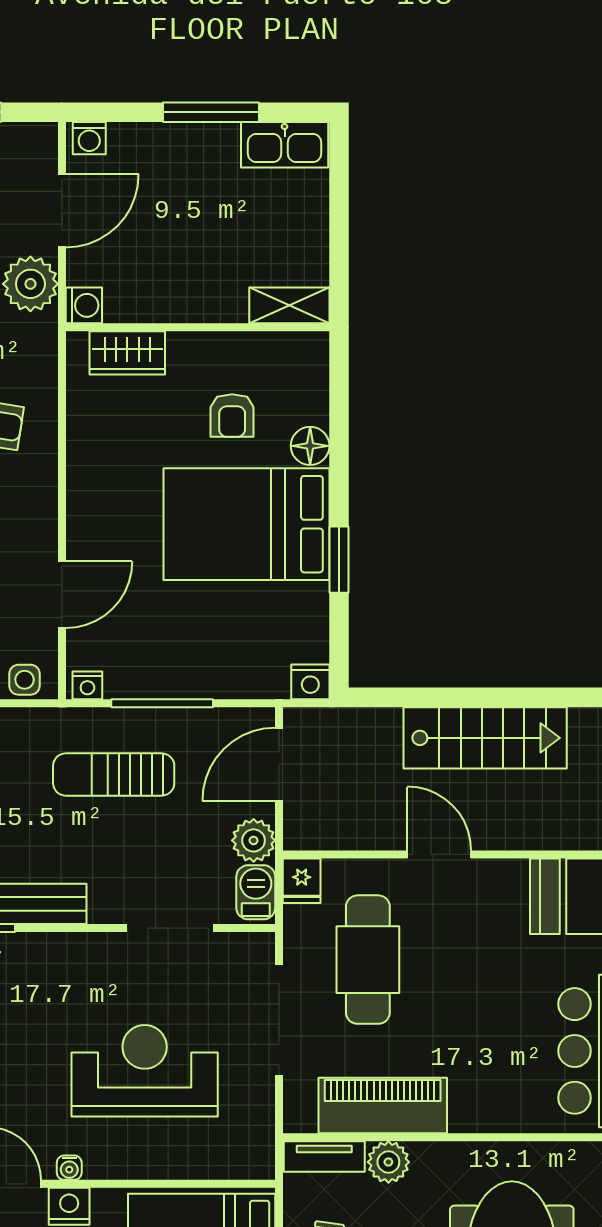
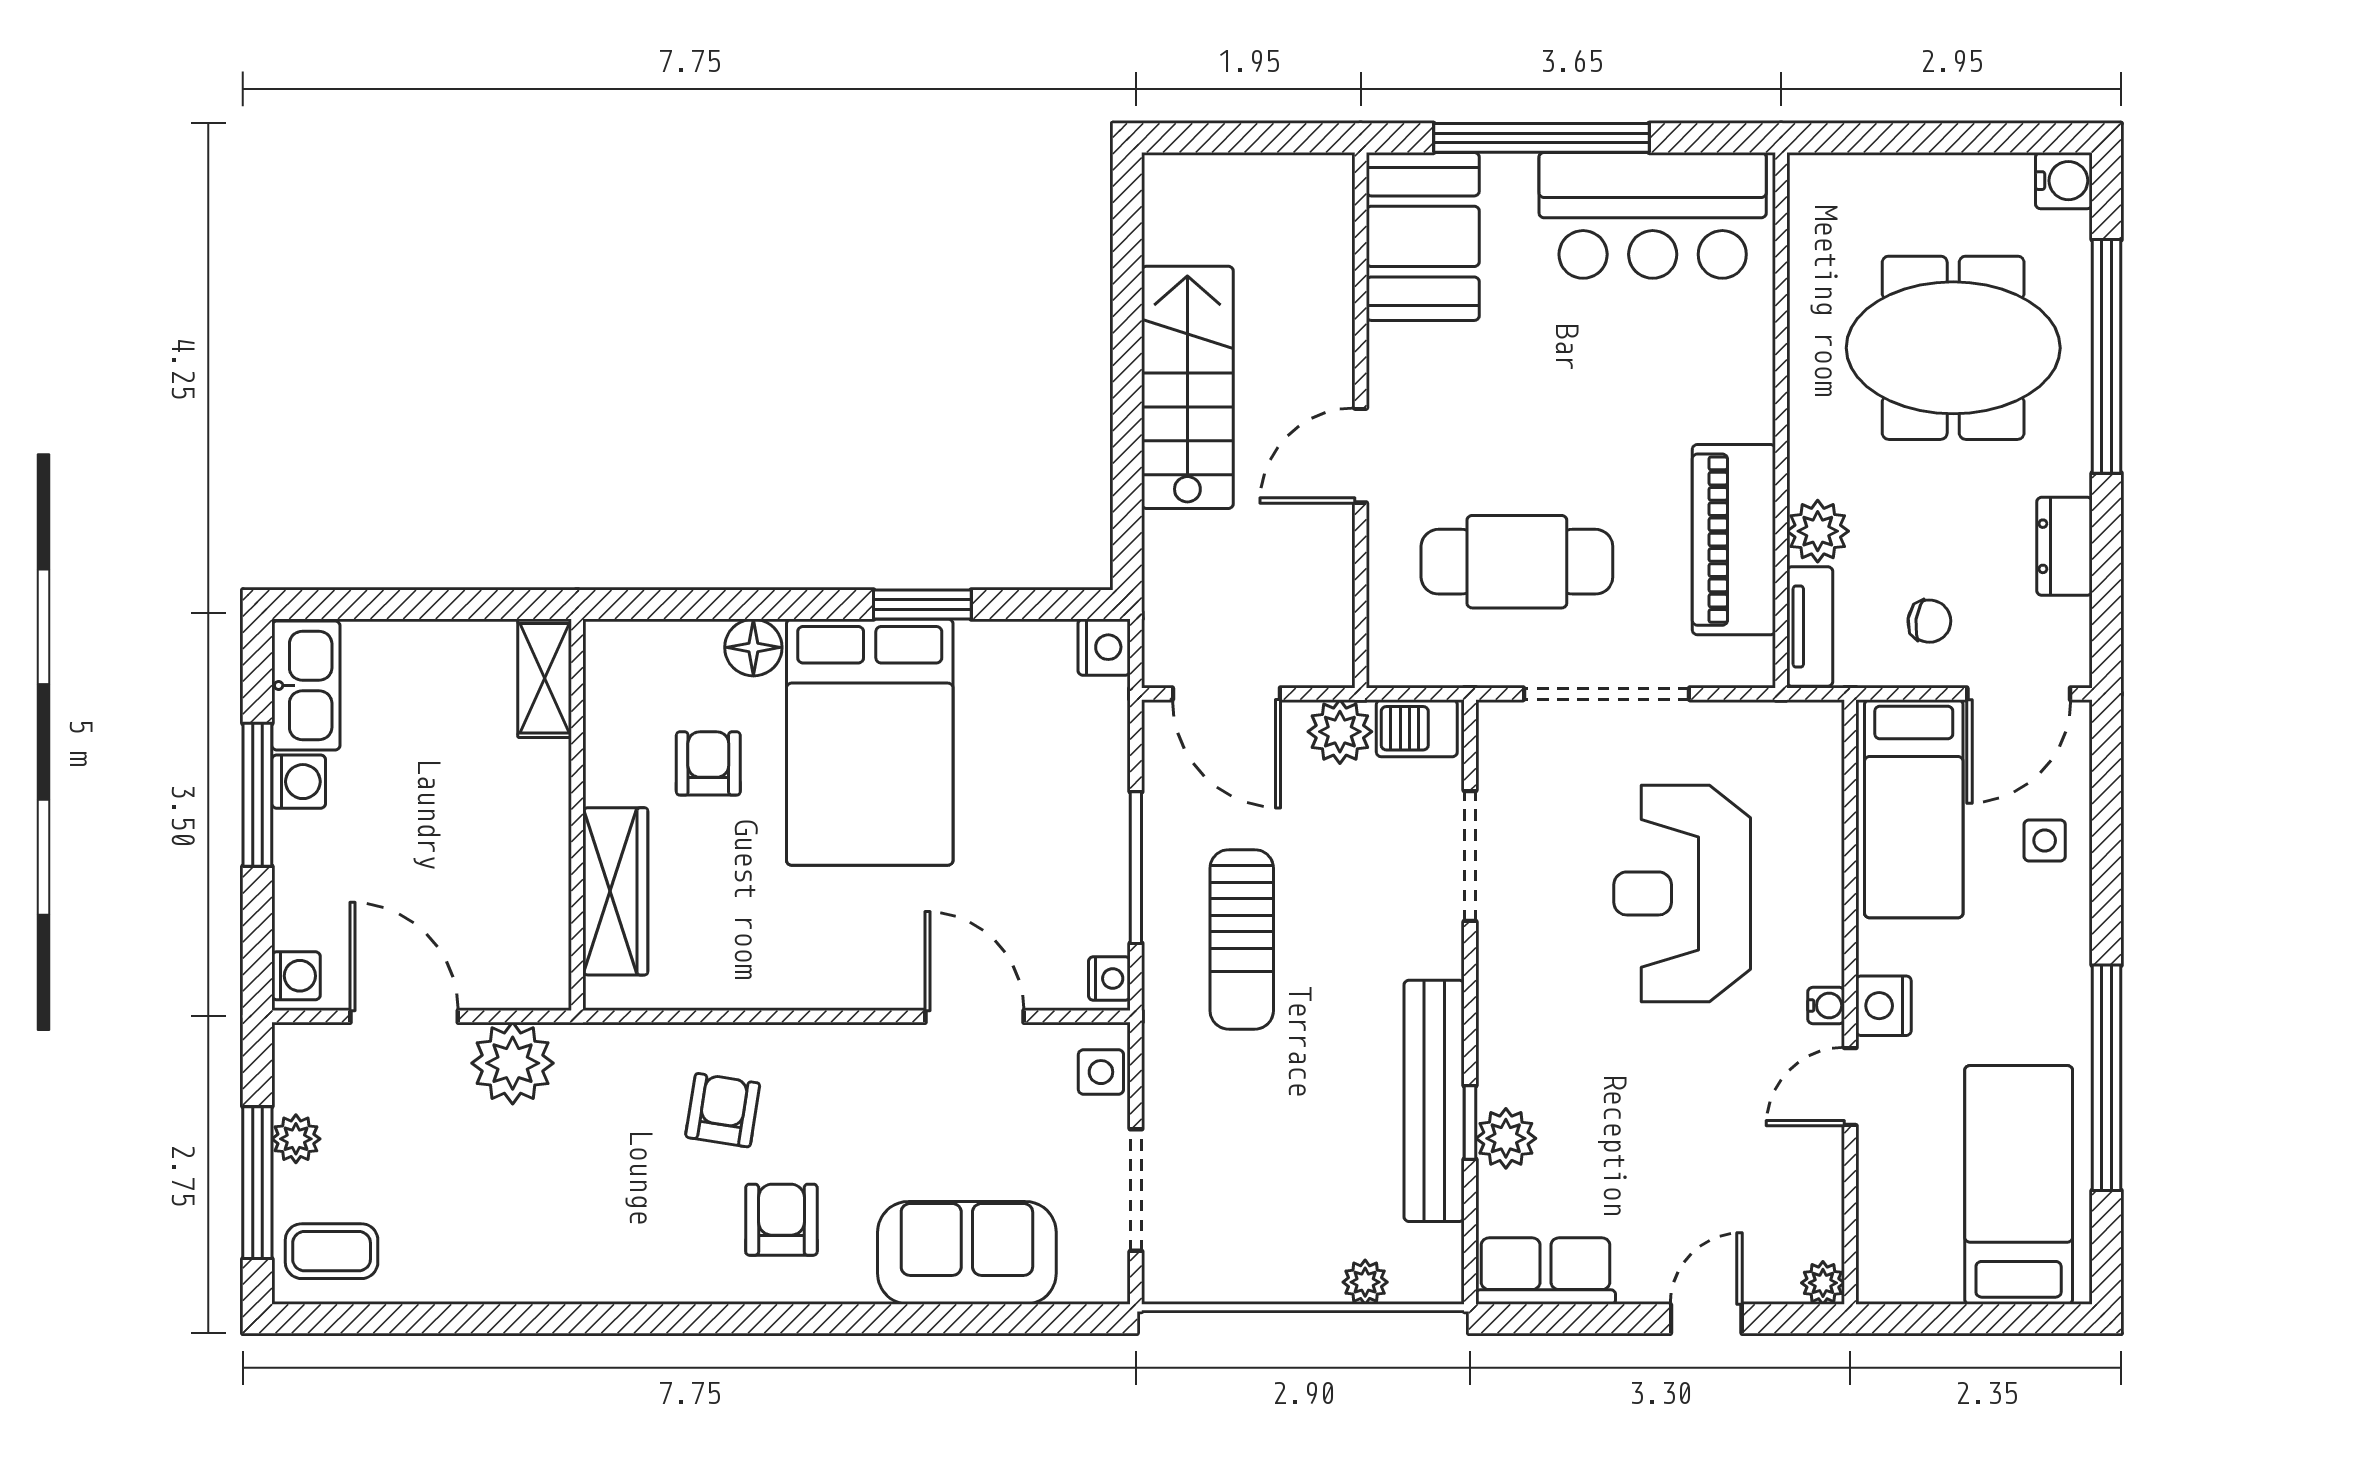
washing machine: (84, 305) -> (299, 782), moved, turned 90
wardrobe: (127, 353) -> (615, 891), width x1.50
armchair: (232, 416) -> (708, 763), turned -90
fridge: (302, 881) -> (1400, 660), removed

